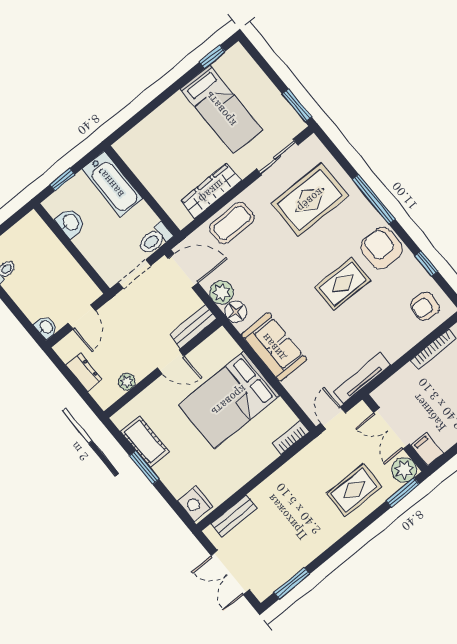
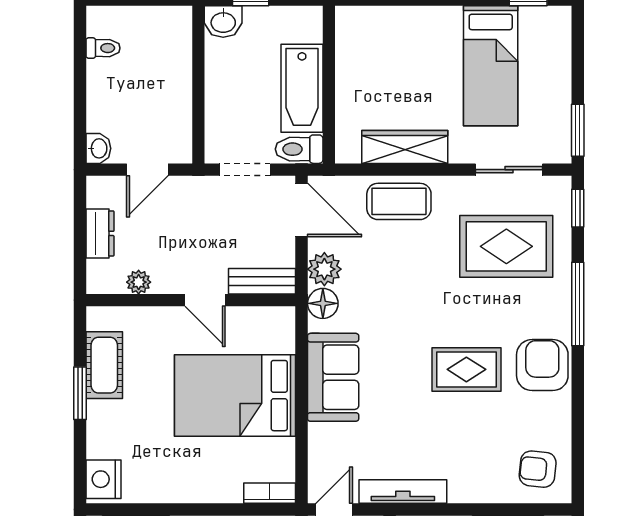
bathtub: (112, 184) -> (302, 88), moved
washbasin: (70, 223) -> (223, 22), moved, turned 90
window: (426, 264) -> (578, 208), moved

